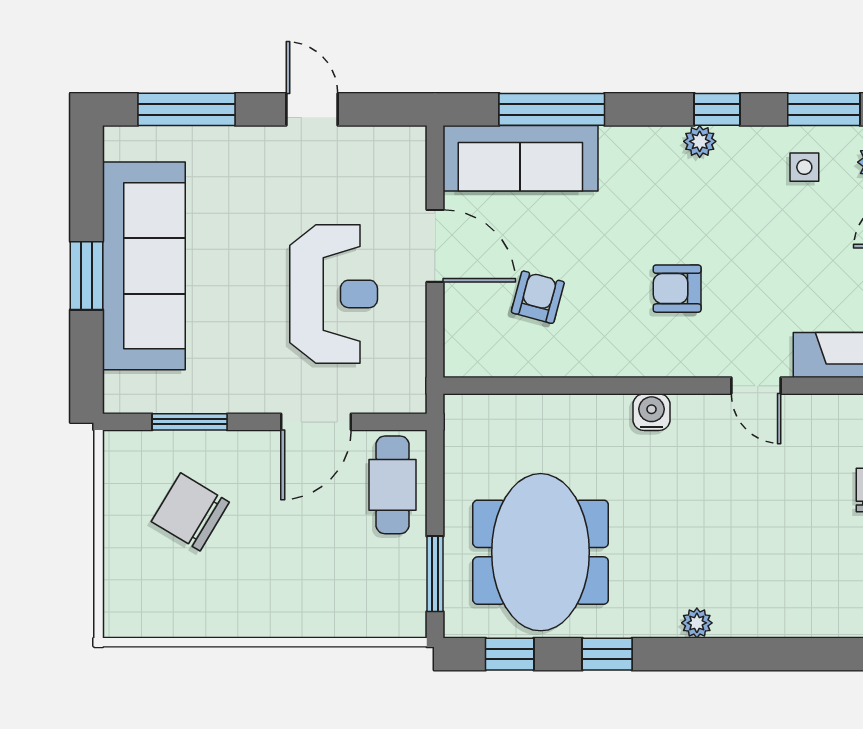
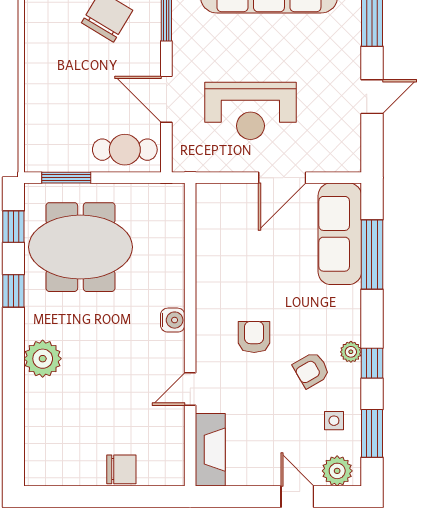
armchair: (538, 297) -> (311, 370), moved, turned 135
plant: (697, 623) -> (43, 359), width x1.87, depth x1.87

